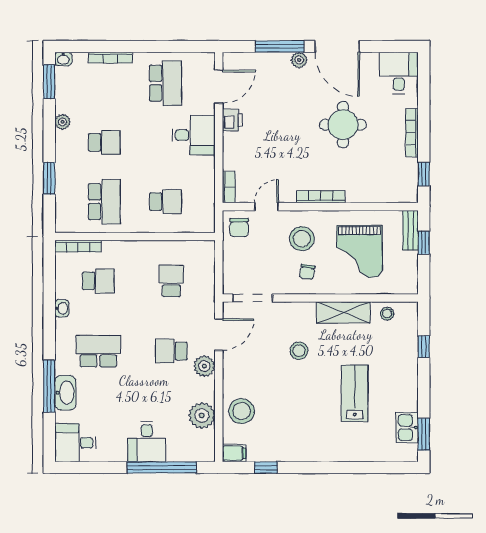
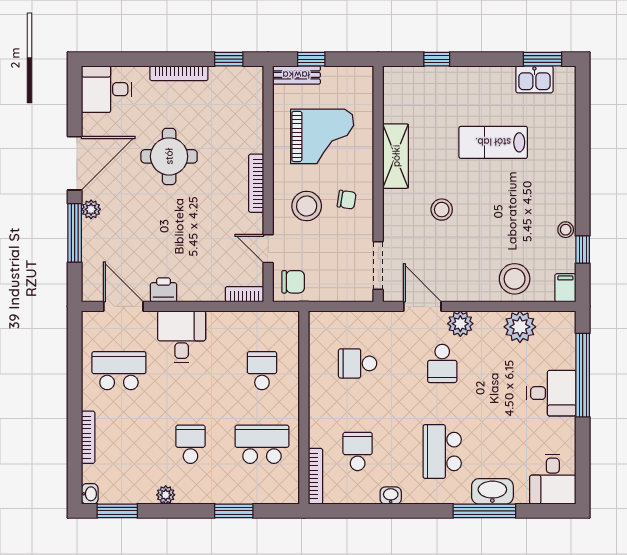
stool: (387, 314) -> (566, 230), moved

